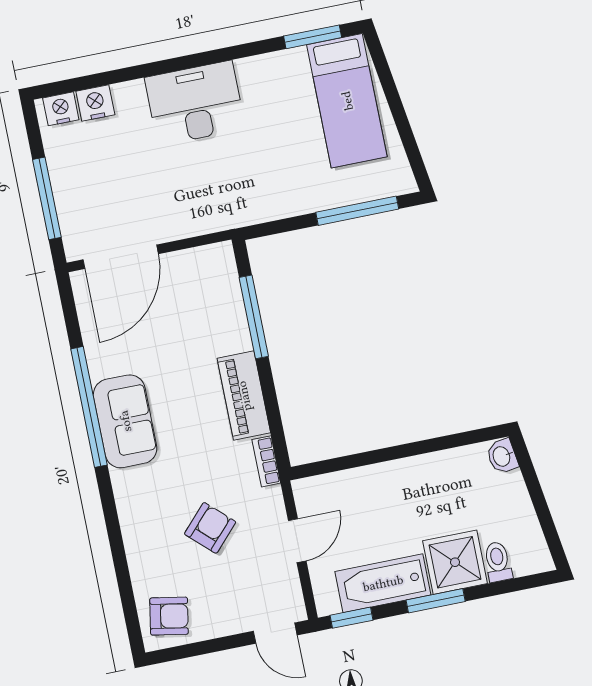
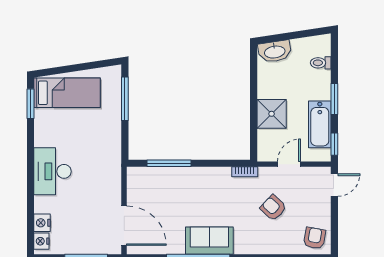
piano: (244, 396) -> (208, 177), removed
washbasin: (502, 456) -> (275, 51), width x1.91, depth x1.45
door: (297, 541) -> (289, 164), hinge flipped
shower: (455, 562) -> (272, 114), moved

